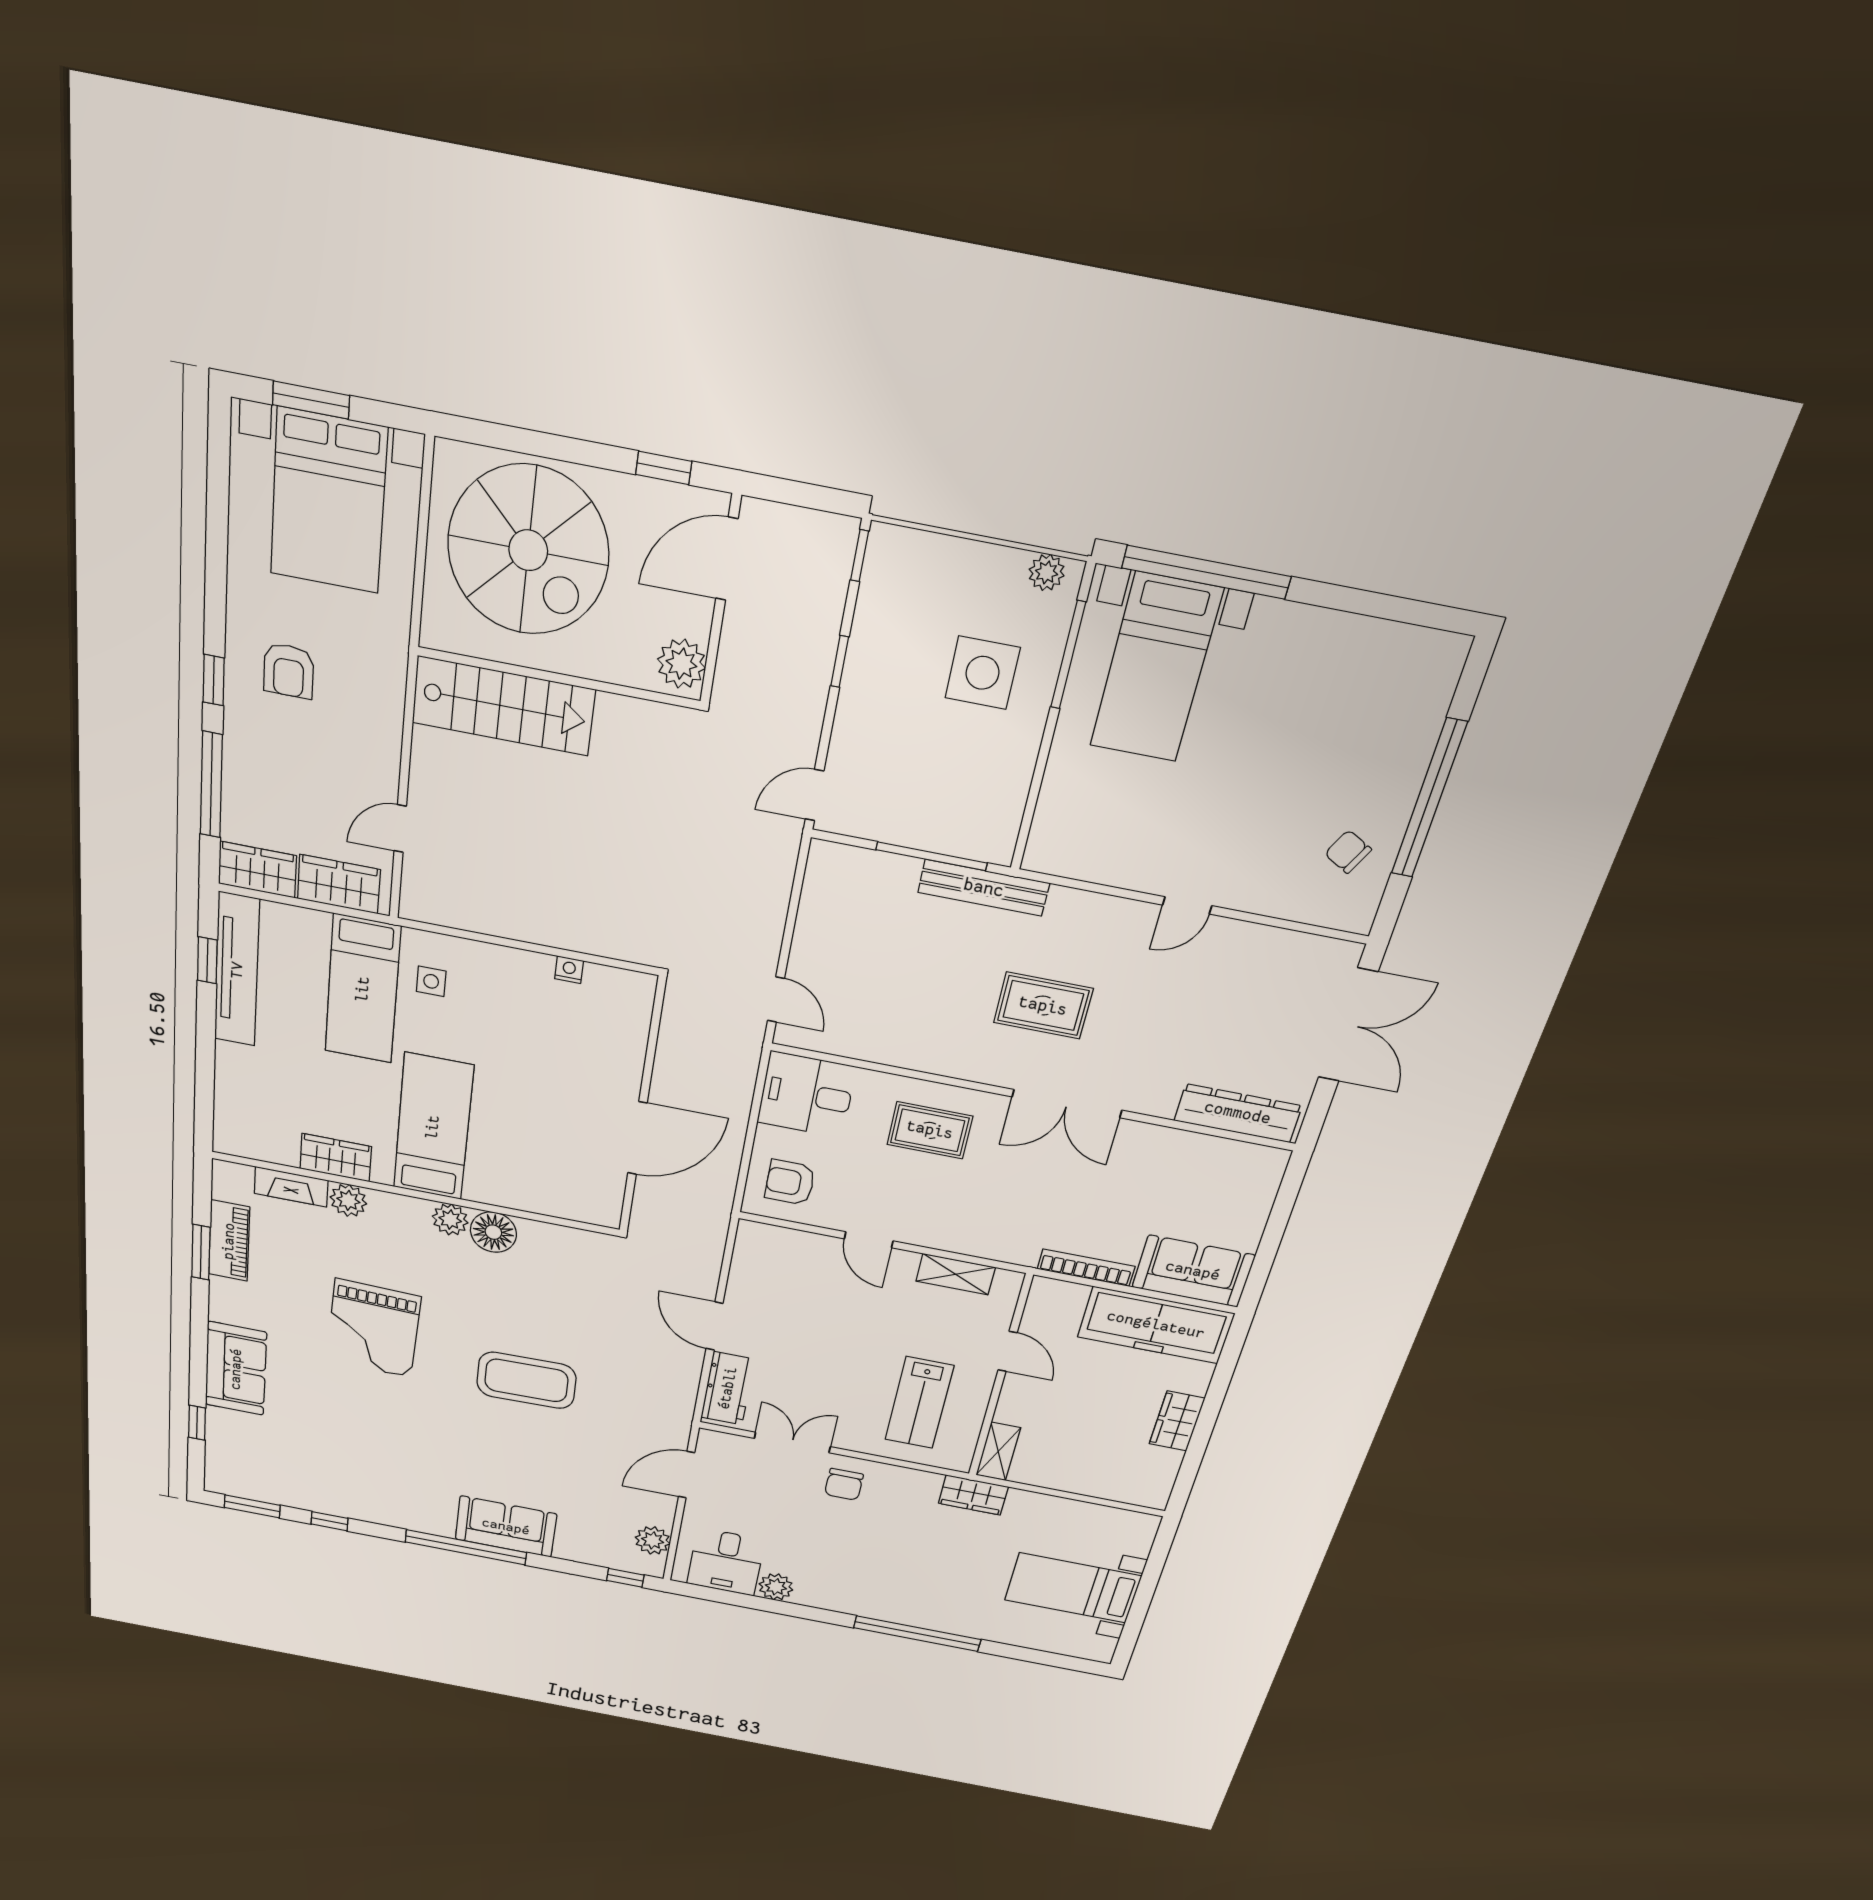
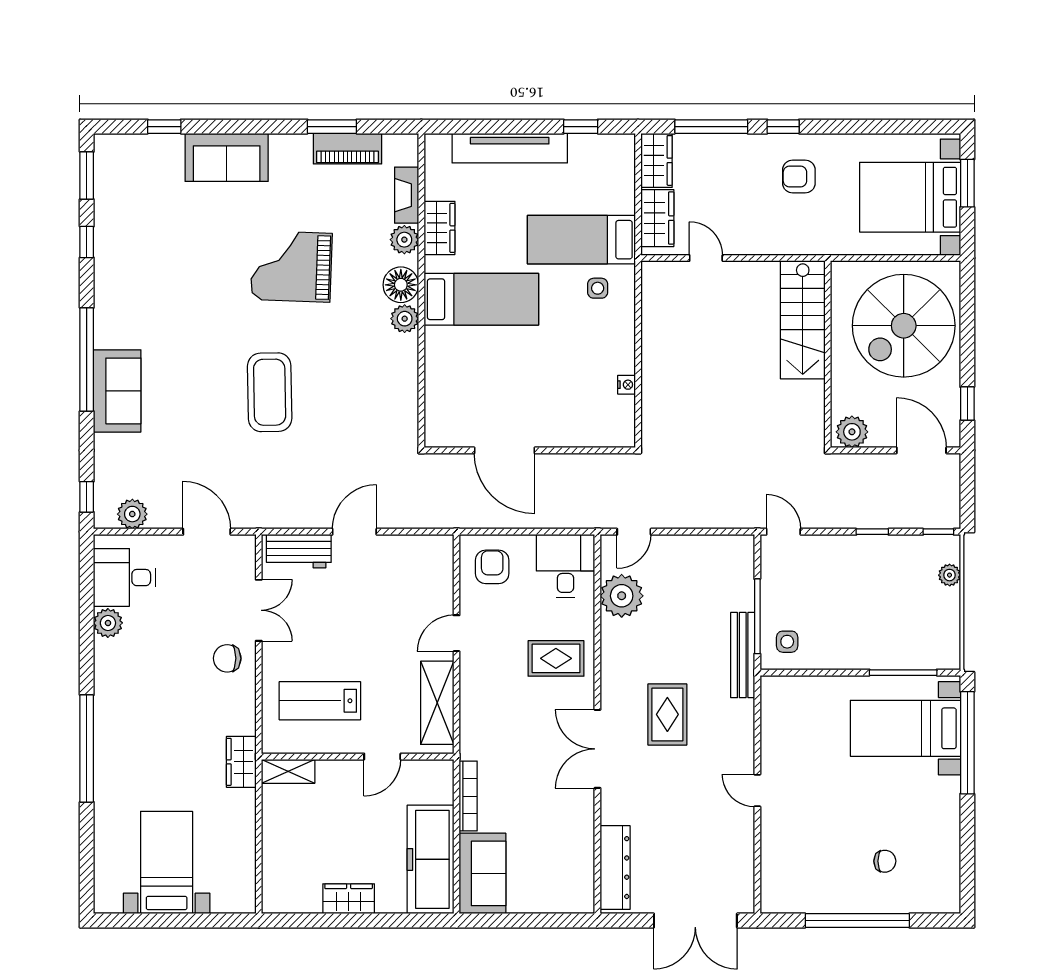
plant: (1047, 572) -> (950, 575), moved
side table: (983, 673) -> (787, 642), moved, width x0.54, depth x0.54
chair: (1348, 852) -> (885, 861), moved, turned 62
tv unit: (237, 970) -> (510, 148), moved
plant: (862, 1032) -> (622, 596), added
rug: (930, 1130) -> (556, 658), turned 90
floor lamp: (493, 1232) -> (401, 285), moved
shelving: (956, 1274) -> (437, 703), width x1.50, depth x1.33

